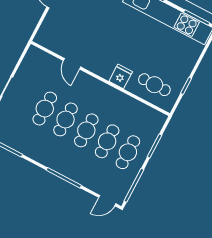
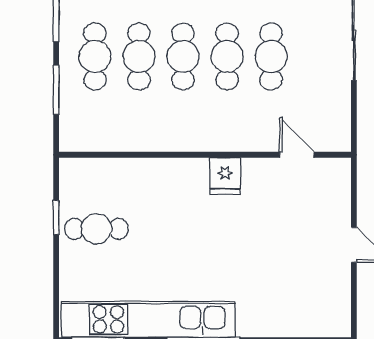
door: (72, 64) -> (297, 155), moved
fridge: (121, 76) -> (225, 176), moved
cafe table: (154, 85) -> (96, 229), moved

